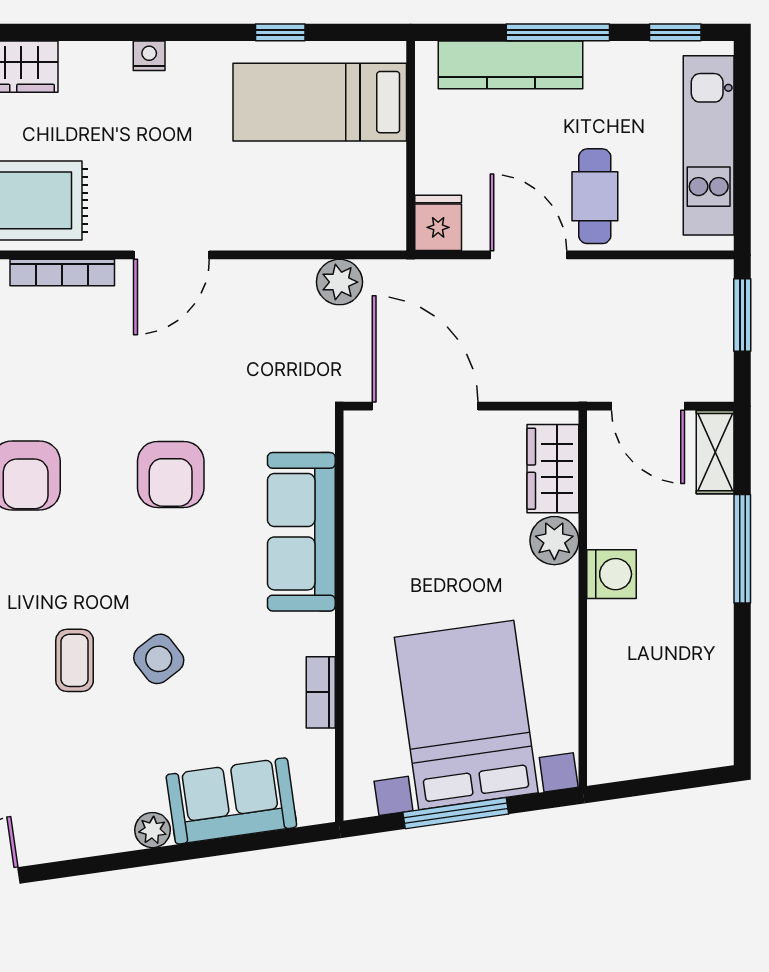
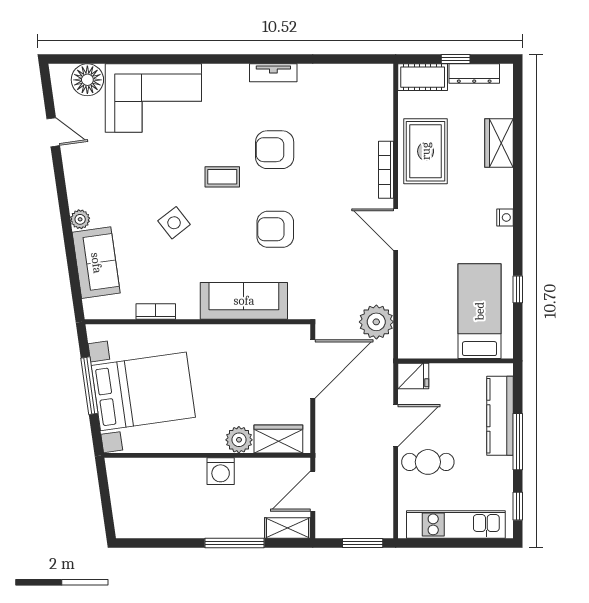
plant: (339, 282) -> (376, 322), width x1.36, depth x1.36
coffee table: (75, 660) -> (222, 177), moved

